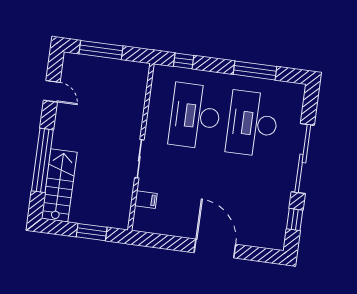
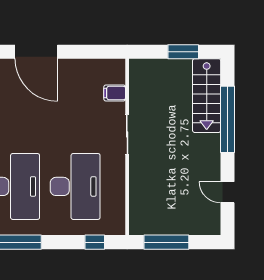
window: (101, 50) -> (166, 242), moved
window: (92, 232) -> (183, 52), moved

